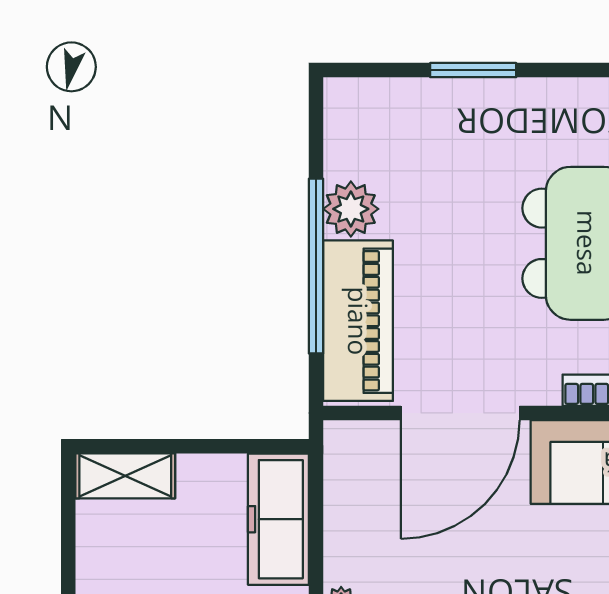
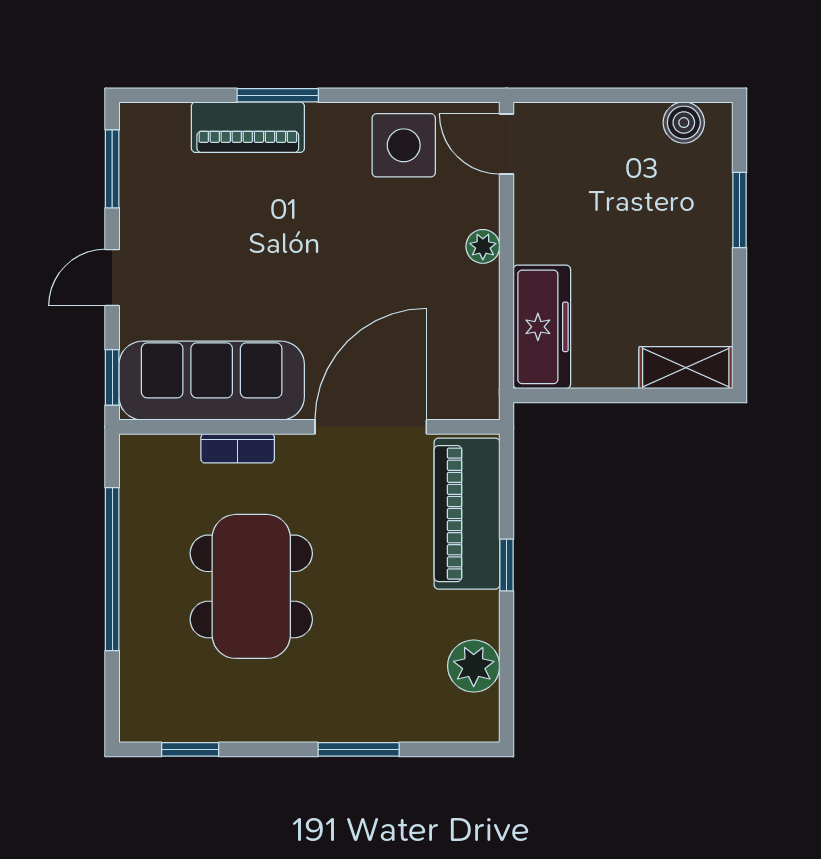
plant: (351, 209) -> (474, 666), moved
window: (316, 266) -> (506, 565), width x0.32

